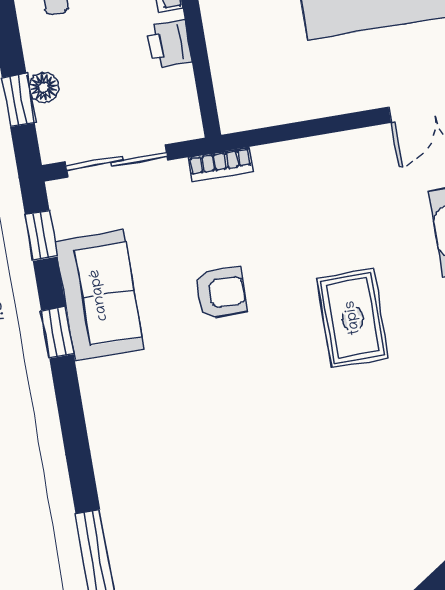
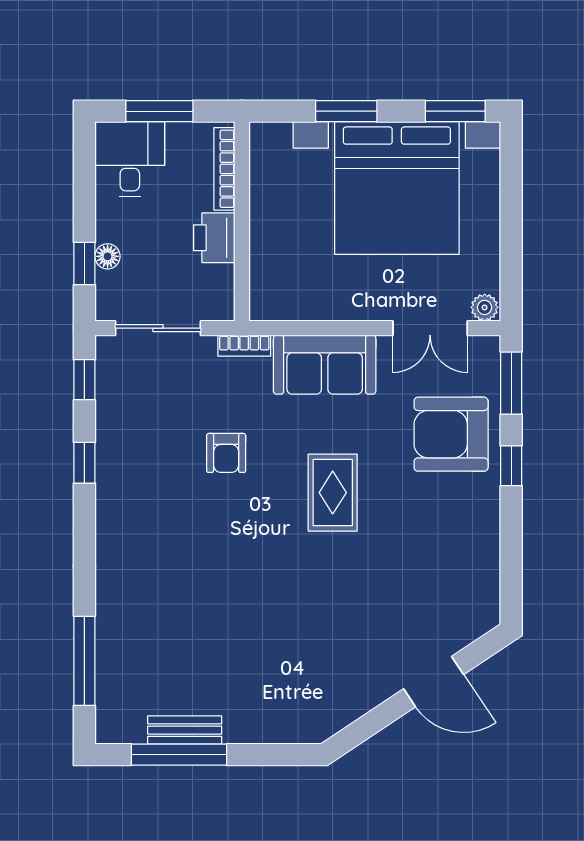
printer: (169, 44) -> (214, 238), width x1.36, depth x1.24
armchair: (221, 293) -> (226, 453), turned 90
sofa: (99, 295) -> (325, 365), moved, turned 90

